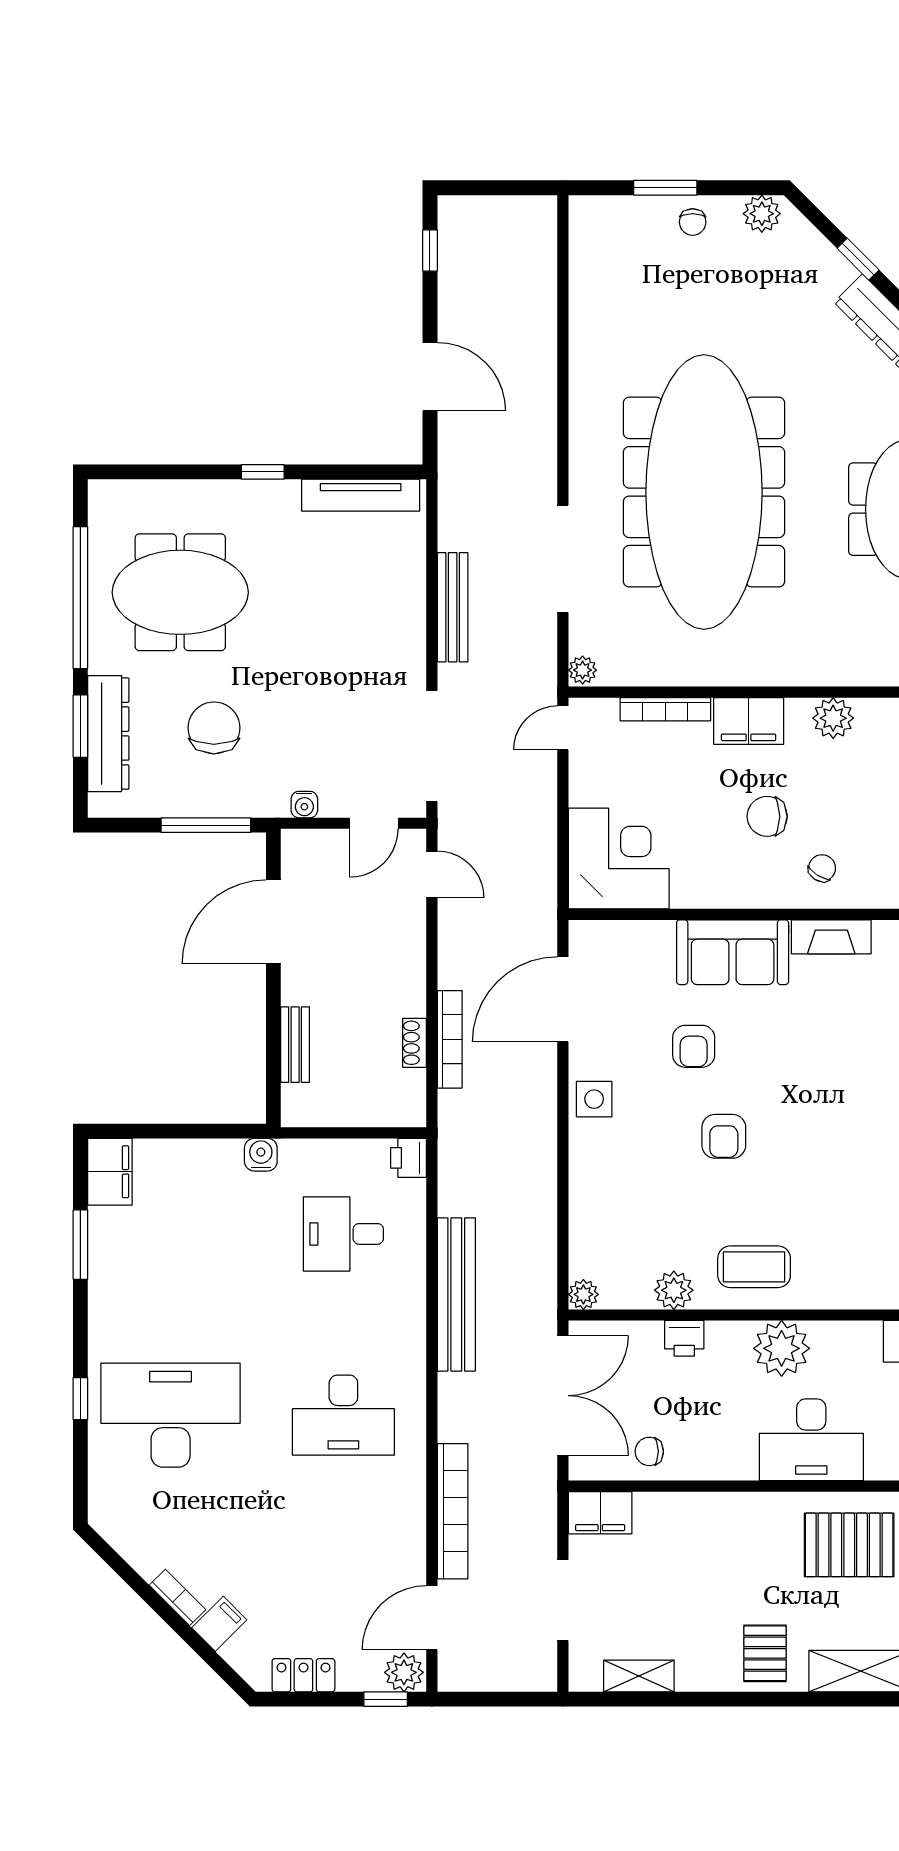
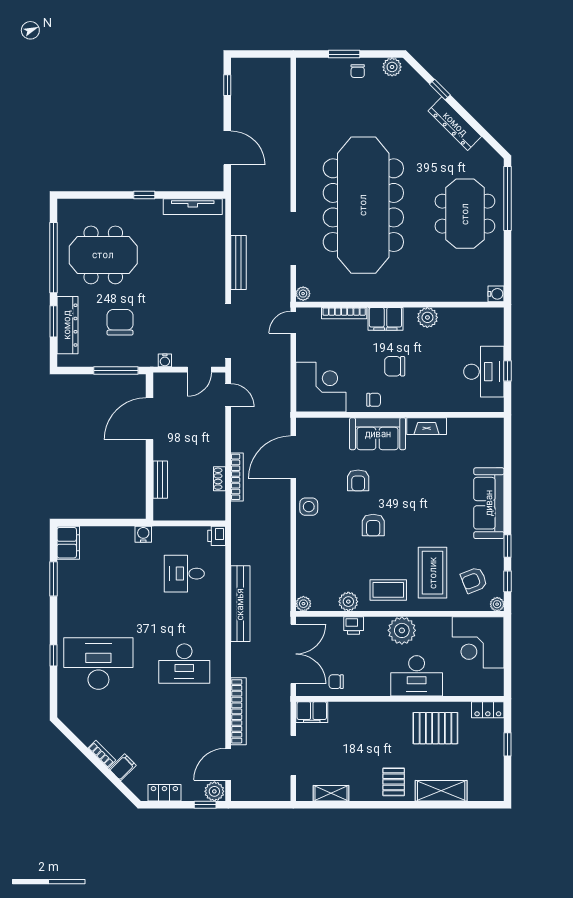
chair: (822, 868) -> (374, 400), moved, turned 58
coffee table: (843, 1232) -> (433, 573), added

